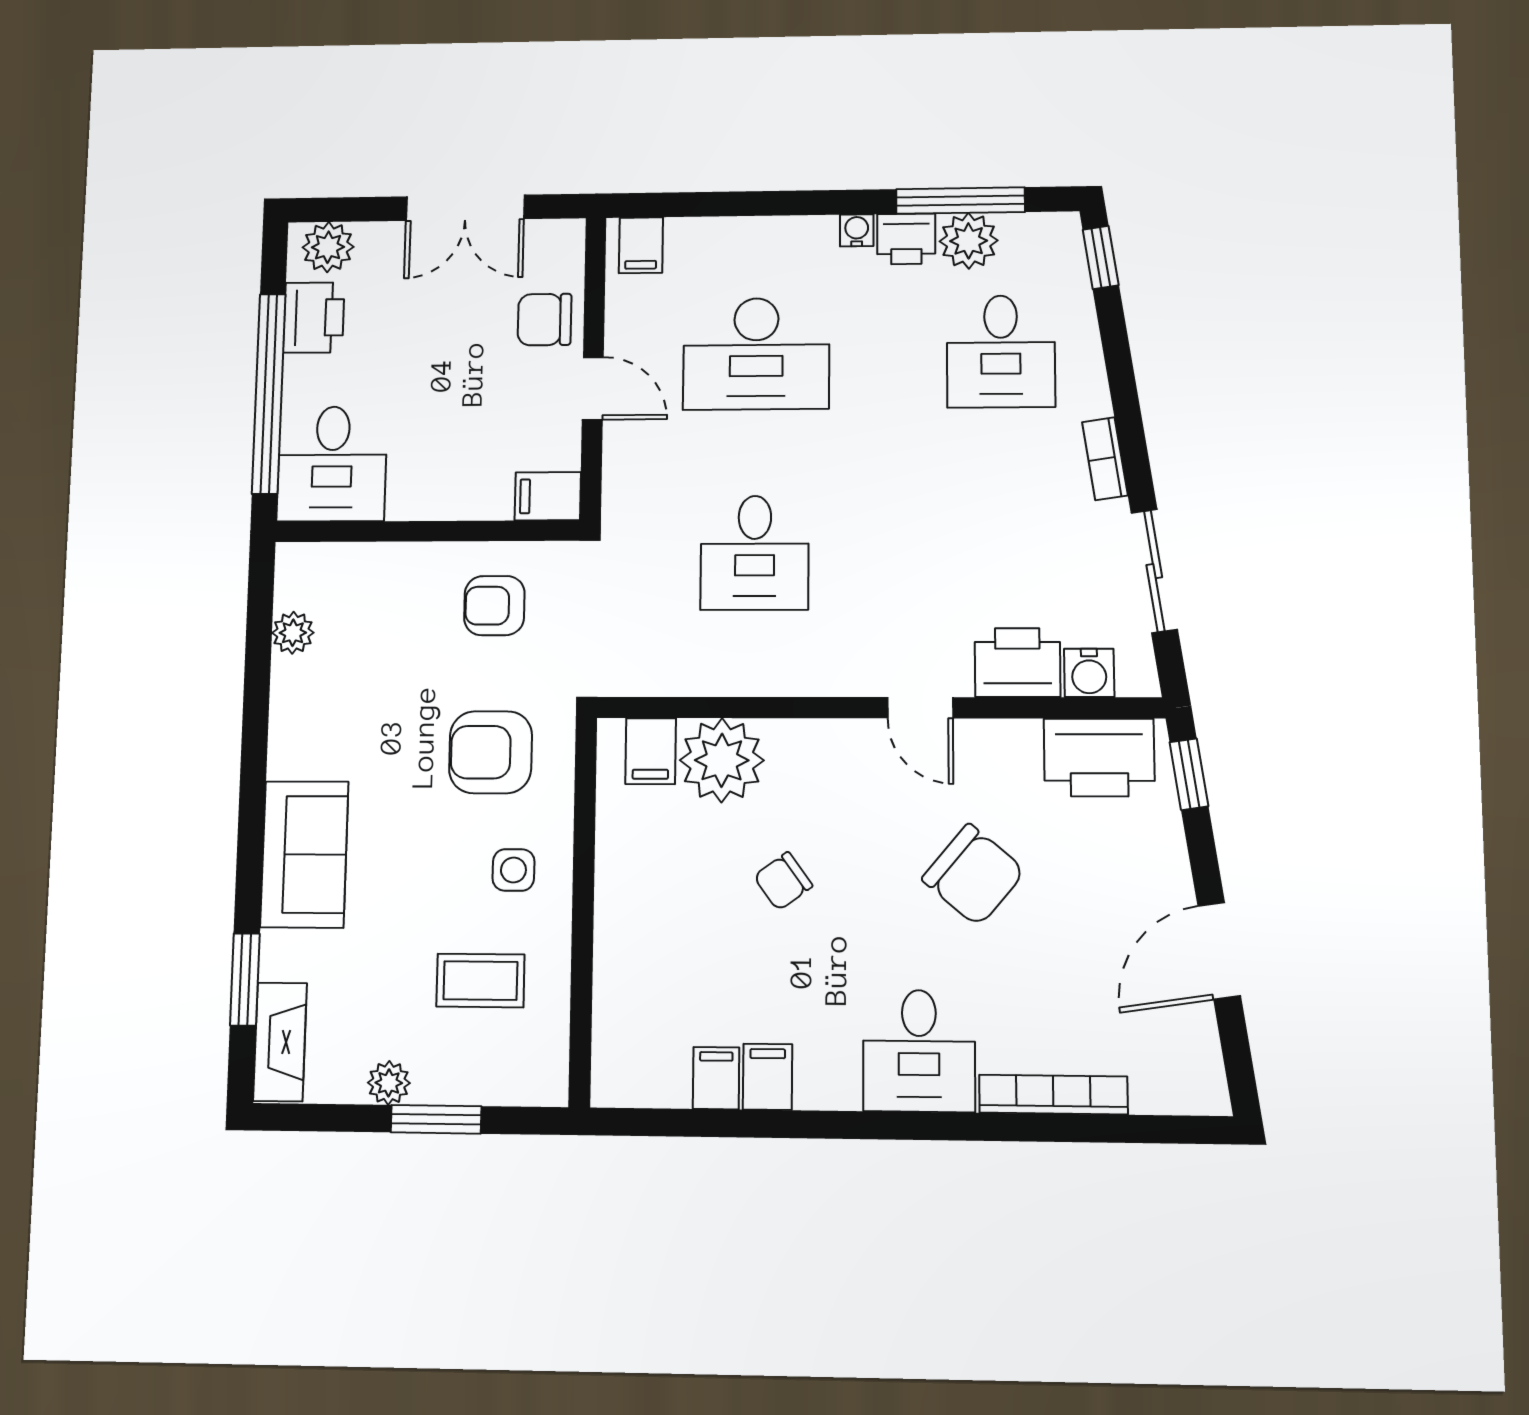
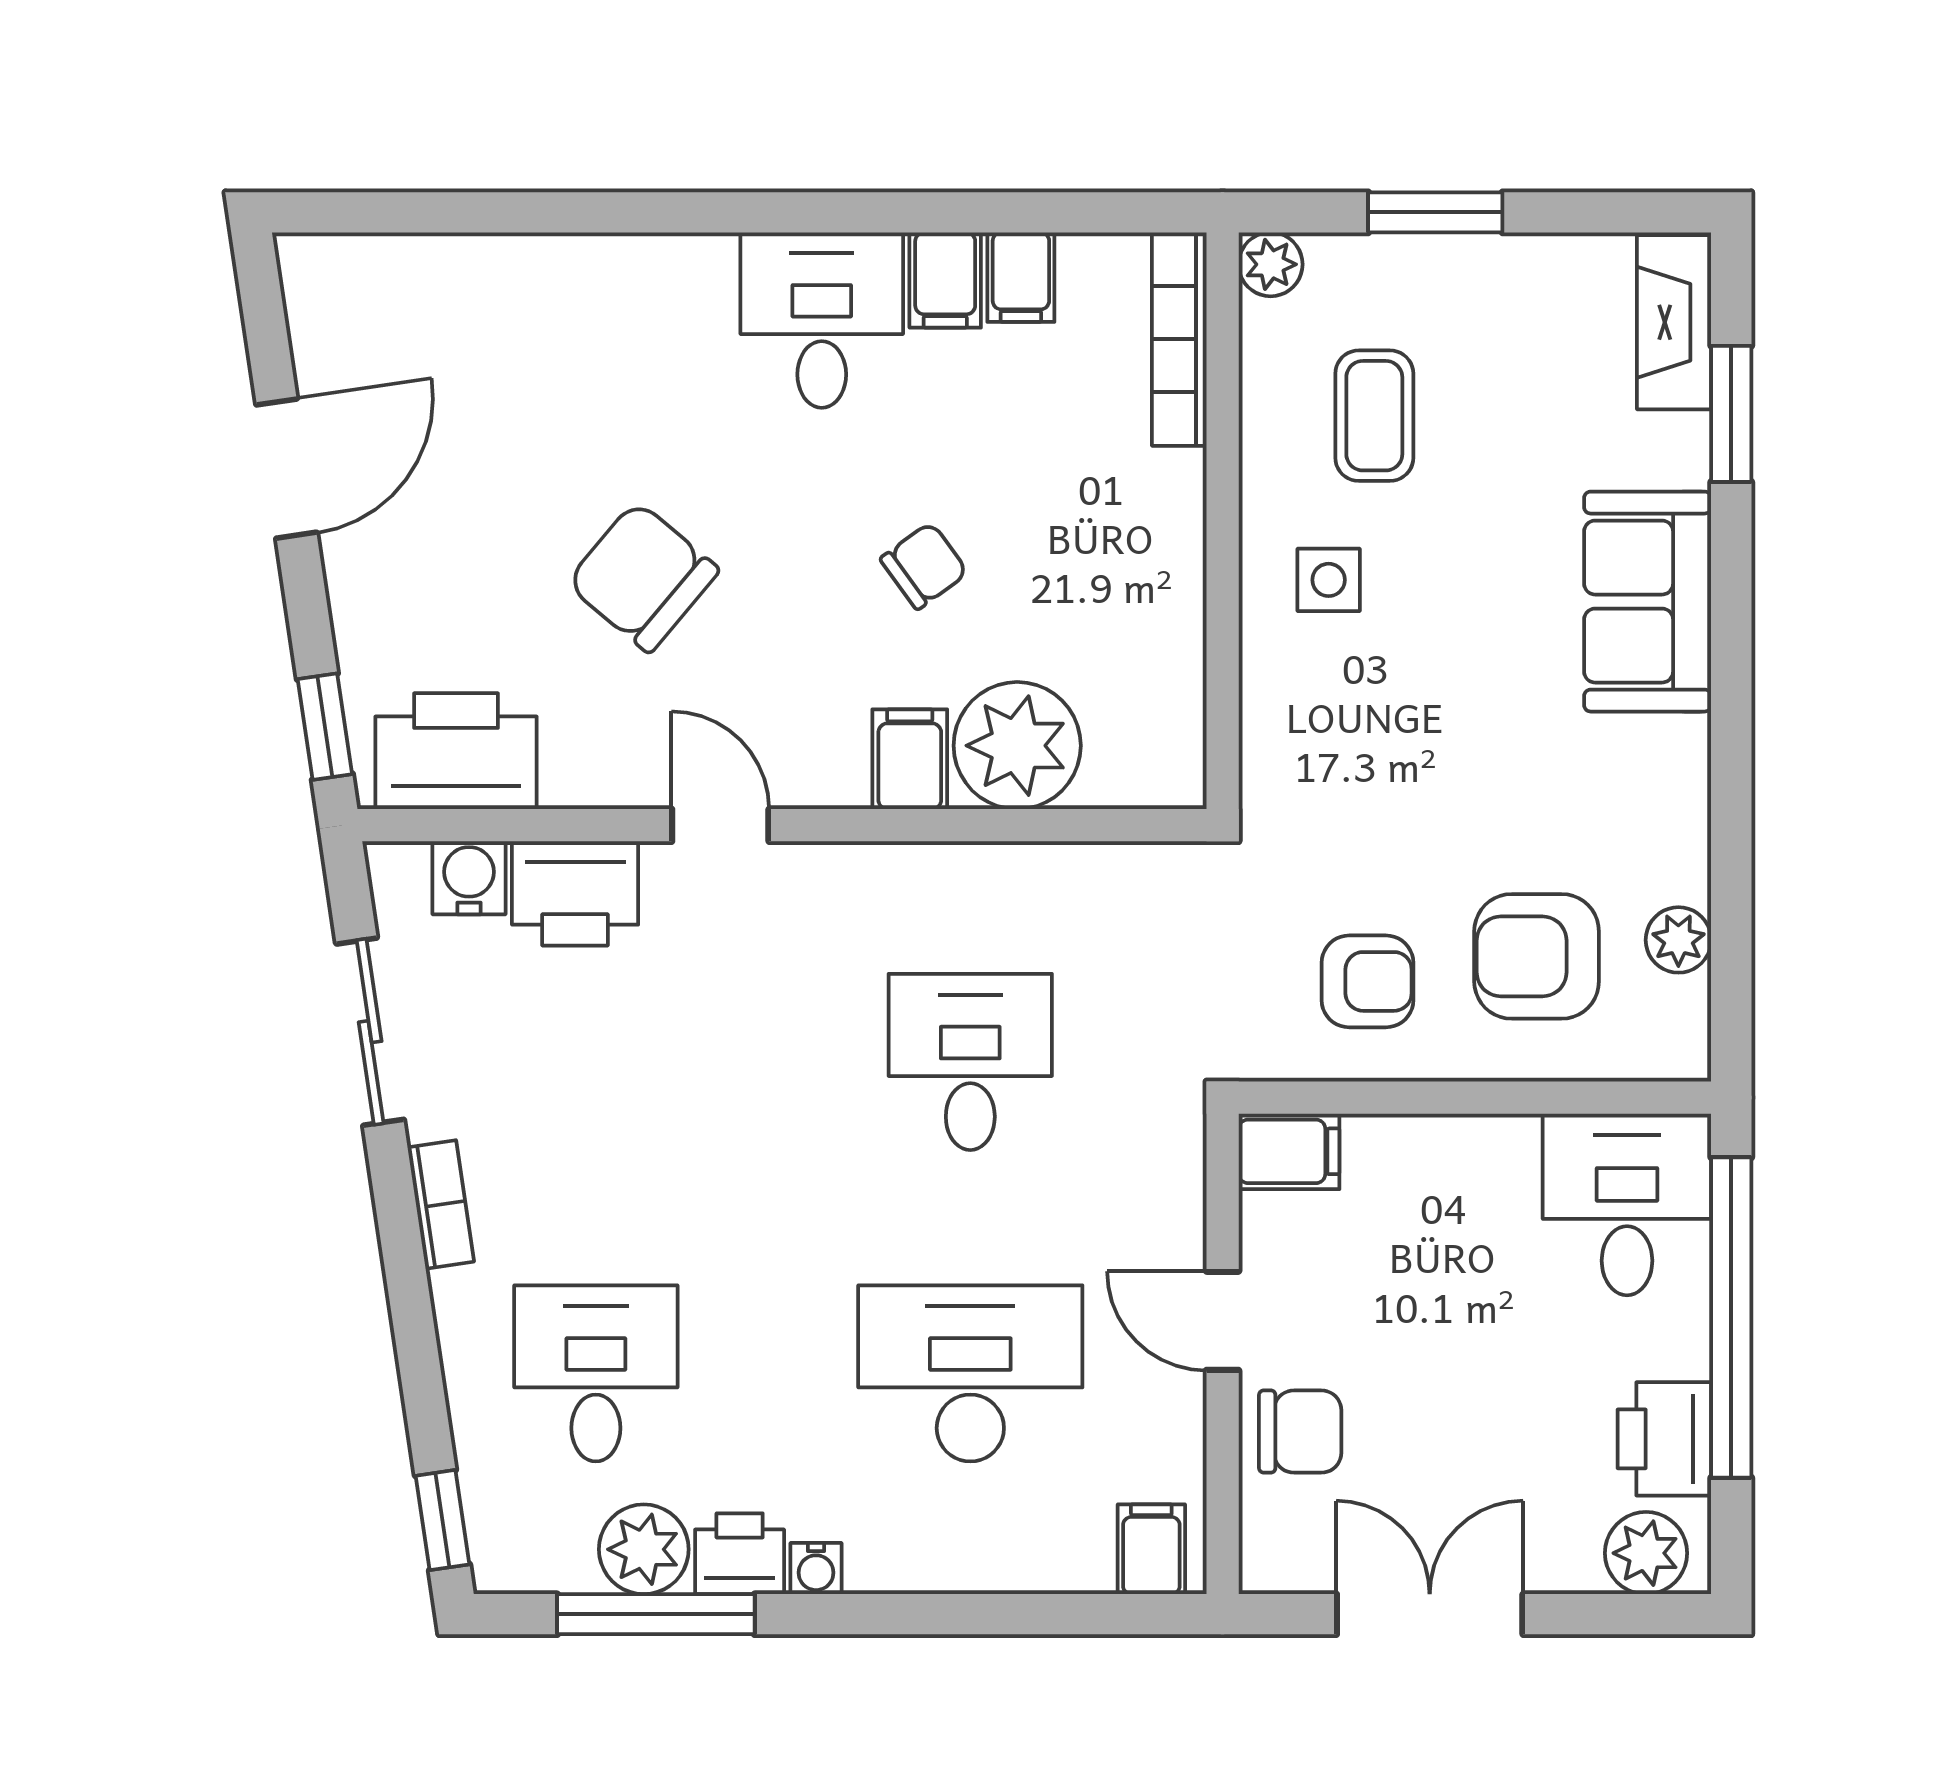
filing cabinet: (651, 751) -> (910, 759), moved
armchair: (491, 752) -> (1537, 956), moved, turned 180
coffee table: (480, 981) -> (1374, 416), turned 90
desk: (919, 1051) -> (822, 320), moved
plant: (389, 1083) -> (1271, 264), moved
bookcase: (1053, 1095) -> (1179, 339), moved, turned 90

